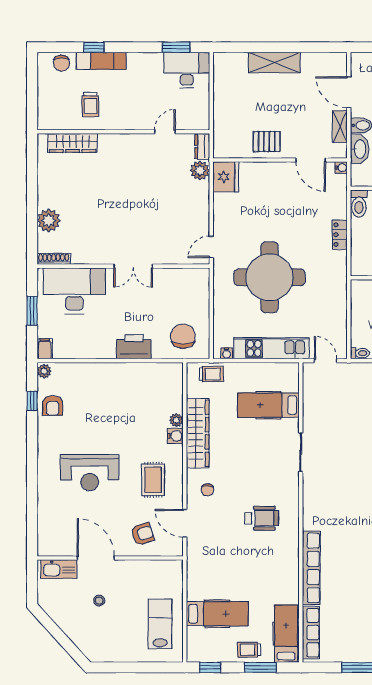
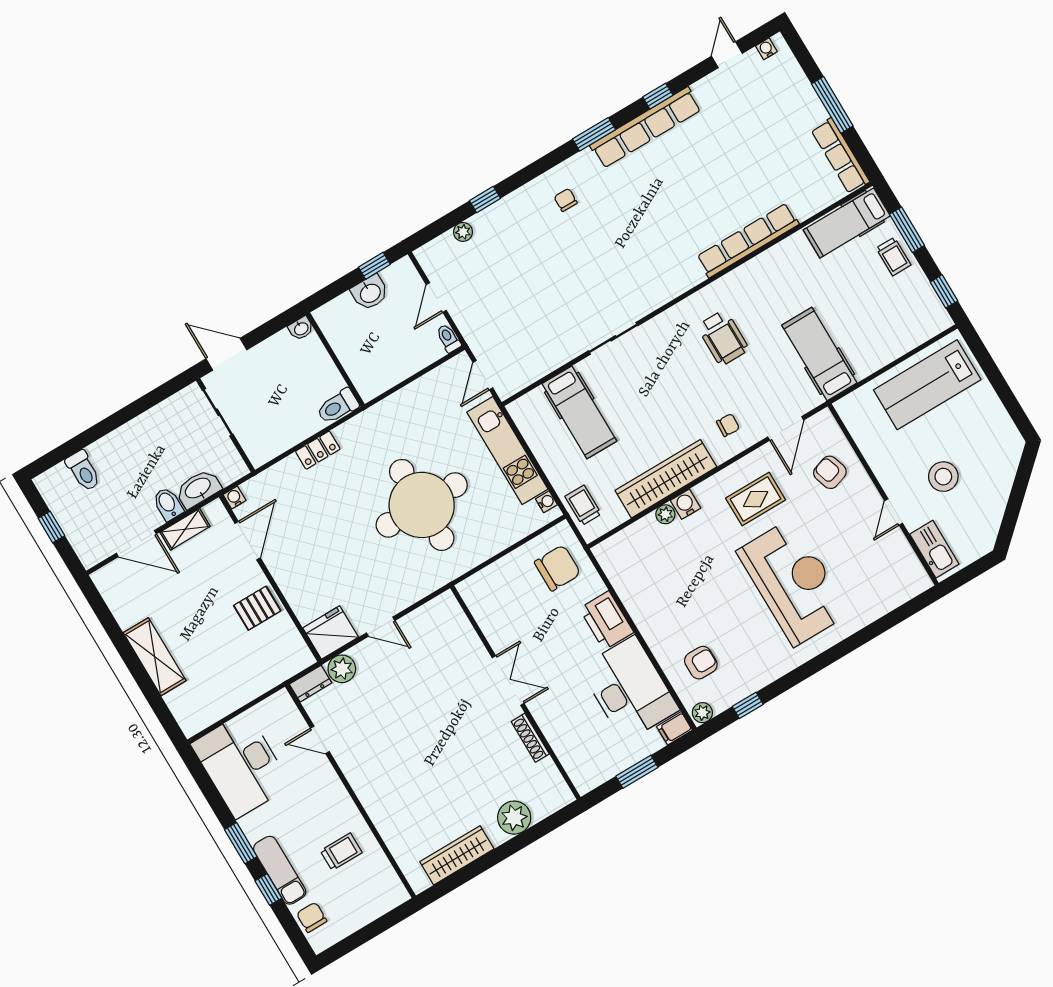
window: (176, 47) -> (241, 843), moved
chair: (62, 63) -> (312, 917), turned -90
desk: (187, 70) -> (241, 765), width x1.36, depth x1.30
door: (349, 92) -> (136, 544), hinge flipped
pallet: (267, 142) -> (257, 608), turned 90
wardrobe: (73, 143) -> (457, 855), moved, turned -90
toilet: (359, 204) -> (338, 406), moved, turned 180
door: (211, 247) -> (381, 627), moved
shoe rack: (54, 259) -> (530, 738), moved
desk: (74, 291) -> (629, 689), moved, turned 180
chair: (183, 336) -> (558, 568), turned 180
armchair: (53, 406) -> (701, 663), moved
reception desk: (90, 473) -> (793, 582), width x1.36, depth x1.30
wheelchair: (262, 518) -> (723, 338), turned 180
door: (96, 558) -> (894, 512), width x0.53
stool: (99, 601) -> (943, 477), width x1.89, depth x1.89
hospital bed: (217, 614) -> (819, 354), moved
lab bench: (160, 624) -> (927, 385), width x1.36, depth x1.39
row of seats: (311, 633) -> (840, 156), moved, turned -90

